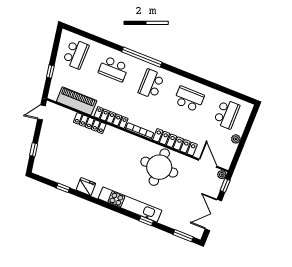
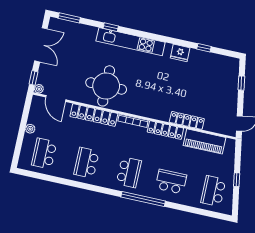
window: (50, 72) -> (237, 180), moved
school desk: (189, 99) -> (86, 163), turned 90

